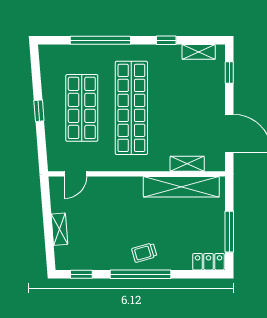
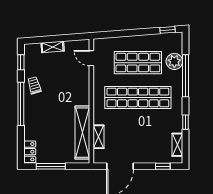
plant: (80, 56) -> (174, 61), added
window: (39, 111) -> (168, 30), moved
trolley: (144, 253) -> (34, 85), moved

